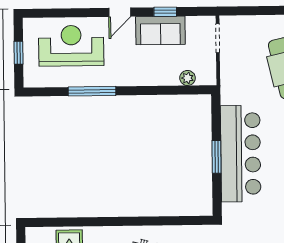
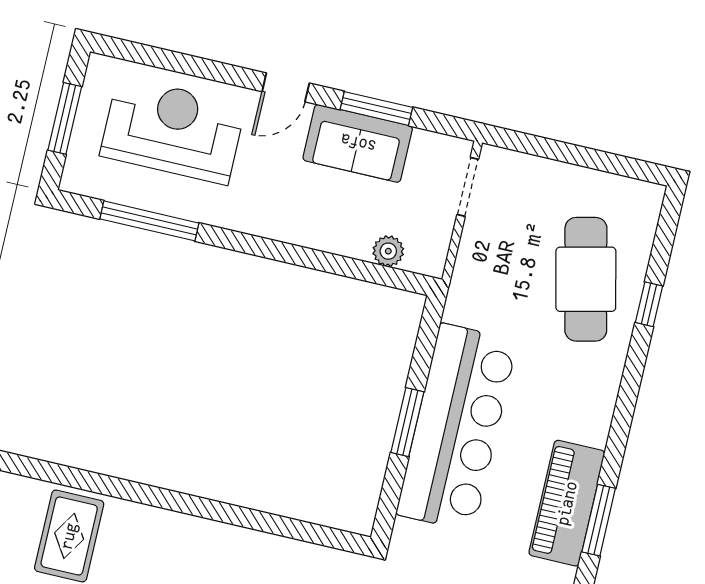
window: (165, 12) -> (376, 108), width x1.50
window: (19, 53) -> (65, 118), width x1.50
window: (92, 91) -> (149, 221), moved

